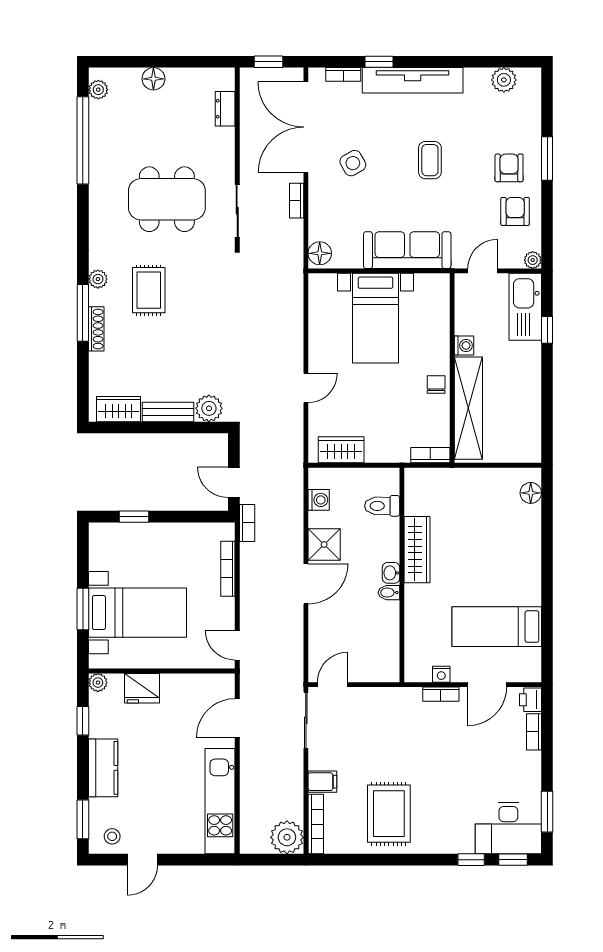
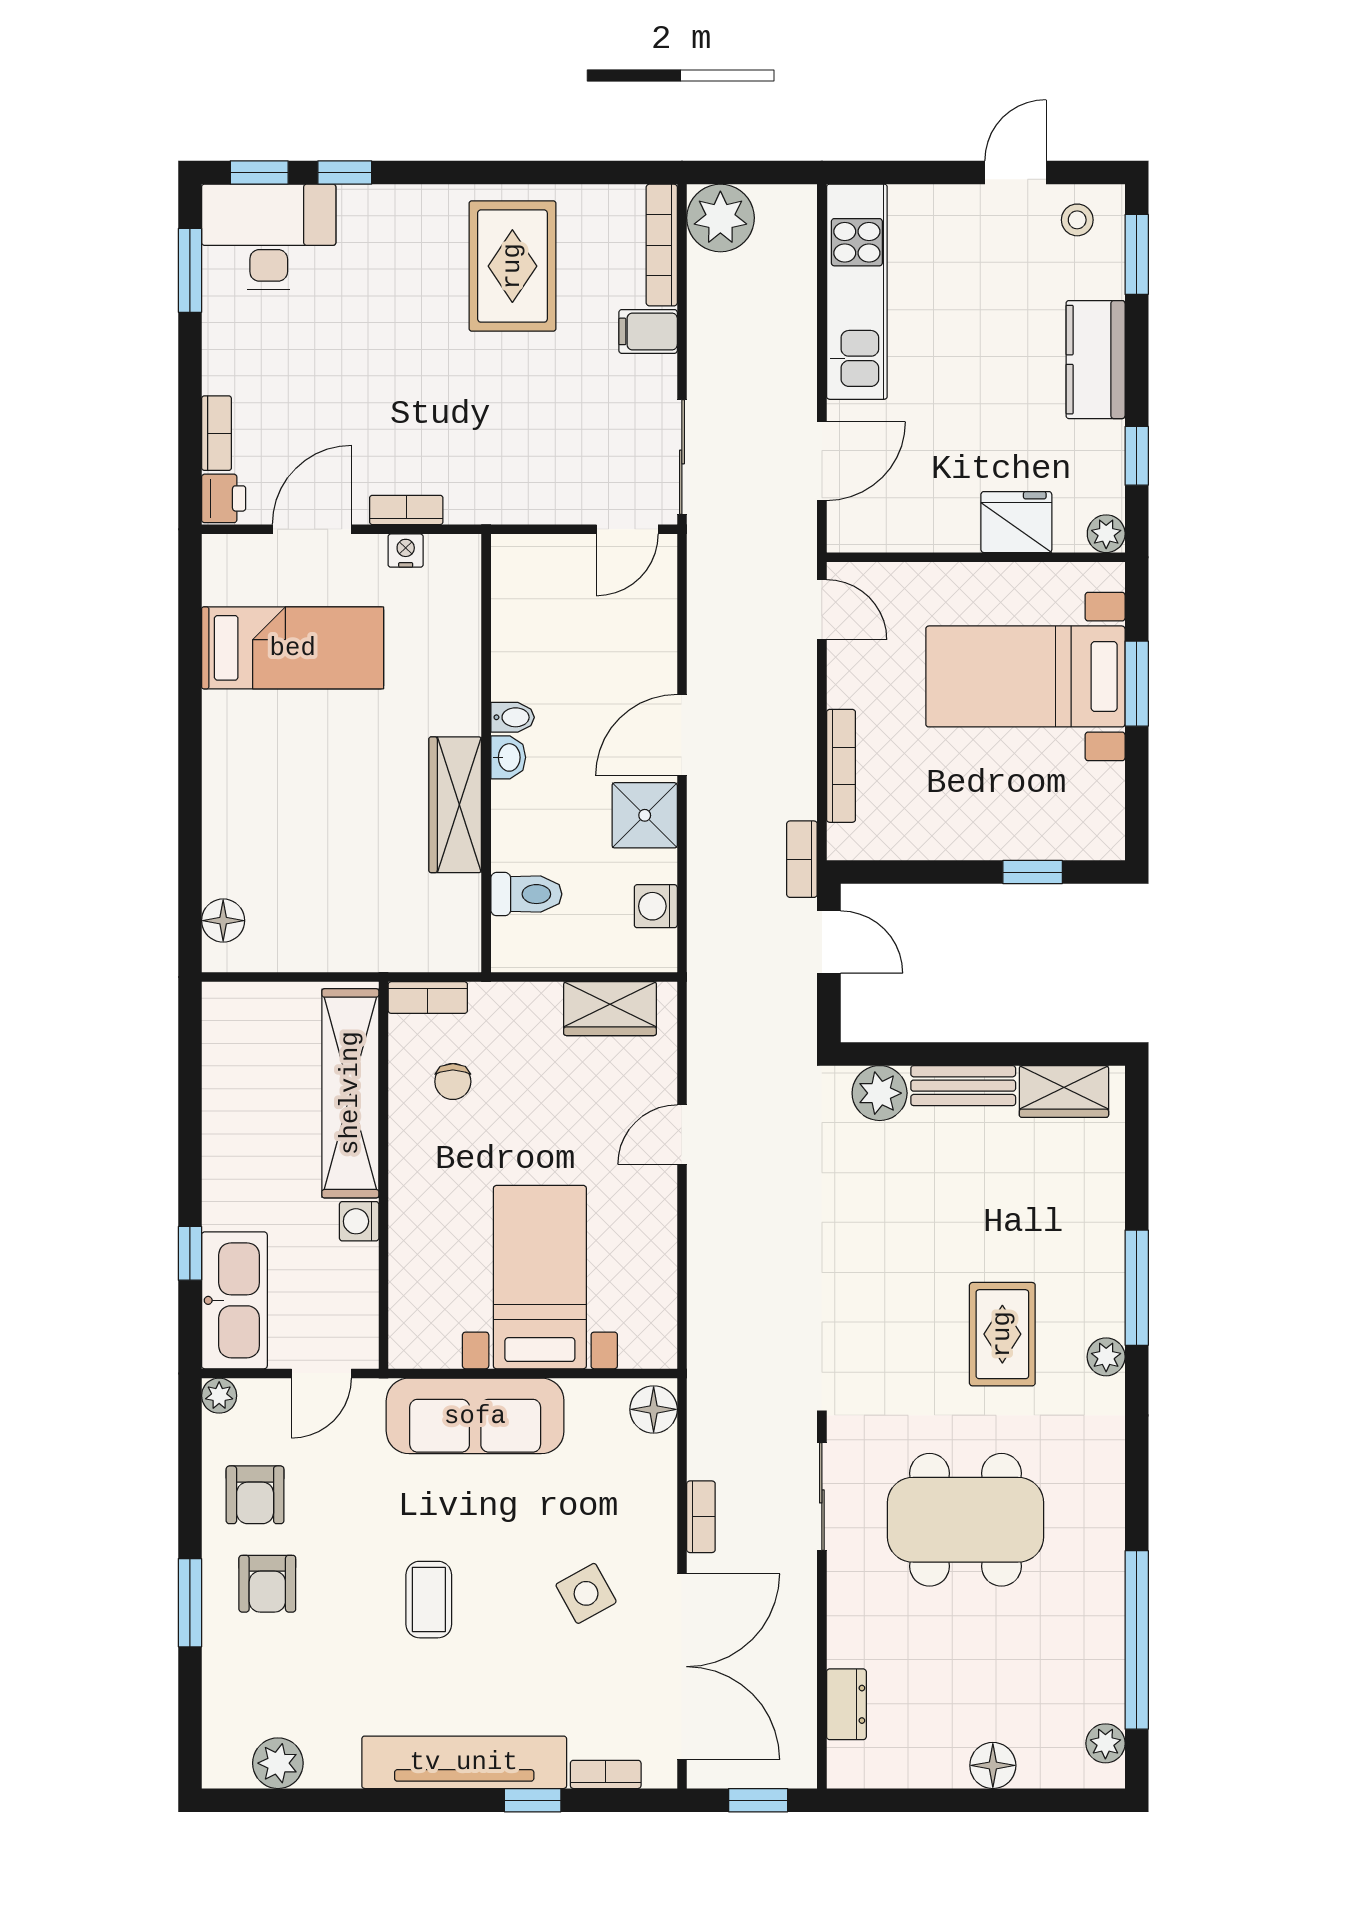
shoe rack: (96, 329) -> (1110, 1255), removed
chair: (436, 384) -> (453, 1082), moved

